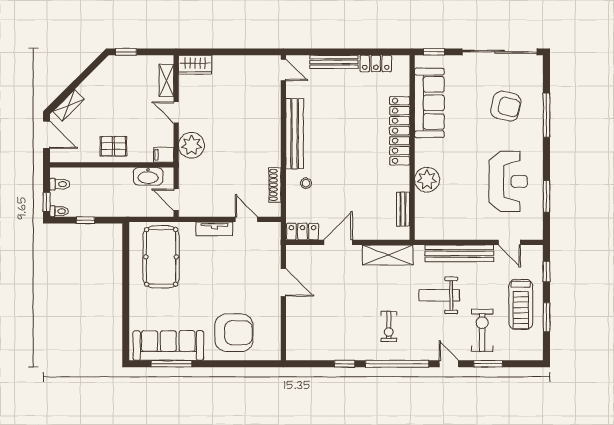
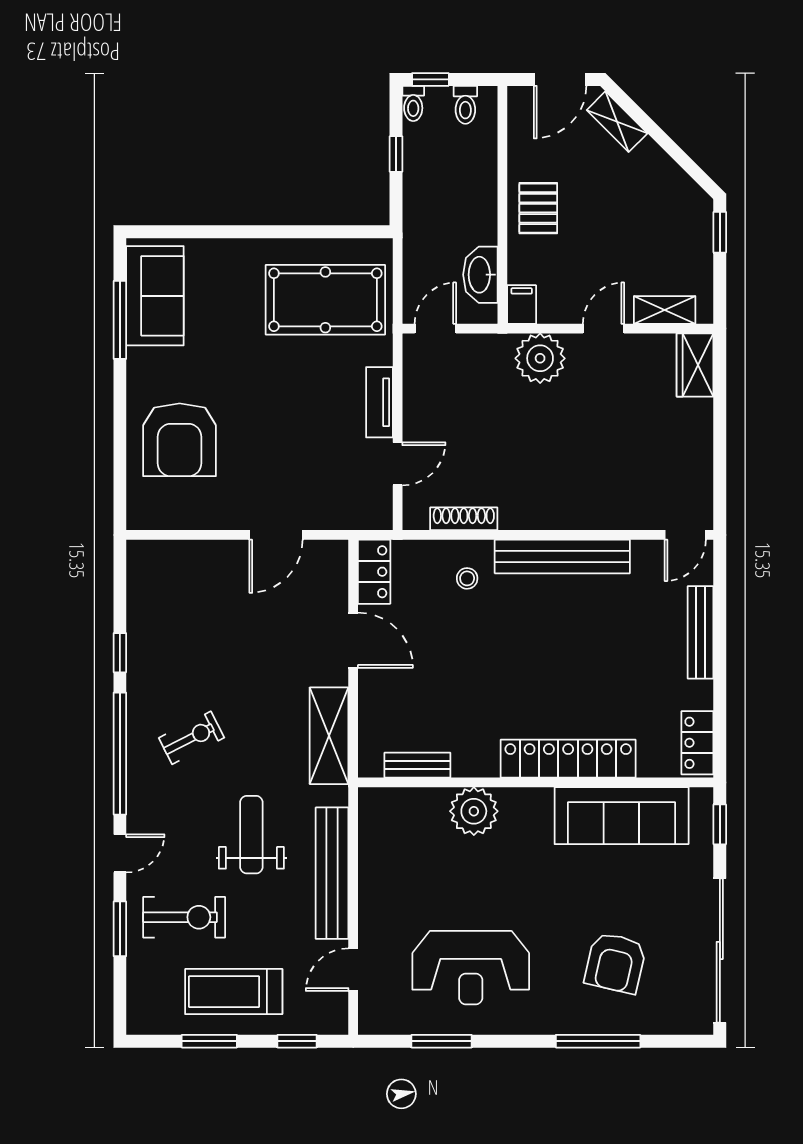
locker: (376, 63) -> (697, 743), moved
exercise bike: (389, 326) -> (191, 738), turned 153
sofa: (168, 346) -> (155, 296), width x0.73

